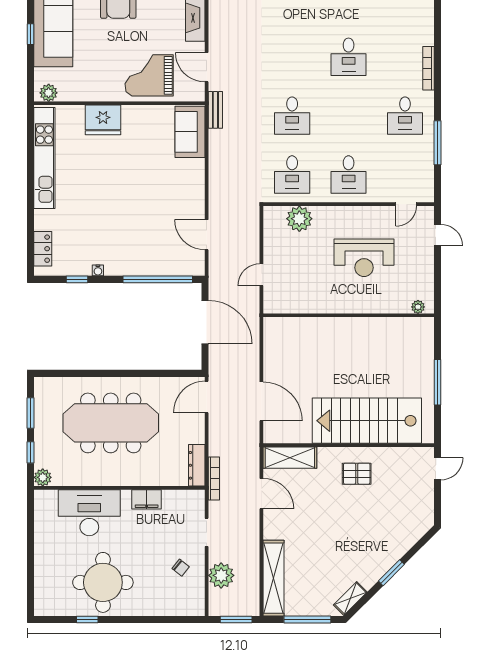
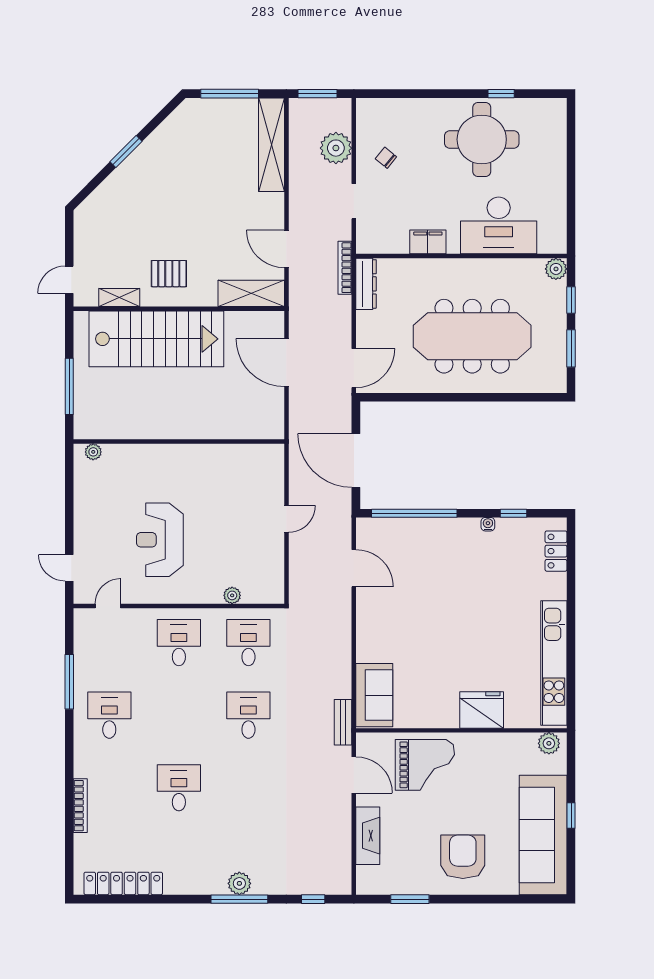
bookcase: (428, 68) -> (80, 806), moved
plant: (299, 219) -> (232, 595), width x0.53, depth x0.53
reception desk: (364, 258) -> (160, 540), turned -90
plant: (418, 307) -> (93, 452), moved
wall: (349, 315) -> (179, 442), moved
shelving: (350, 598) -> (119, 297), moved, turned 45

